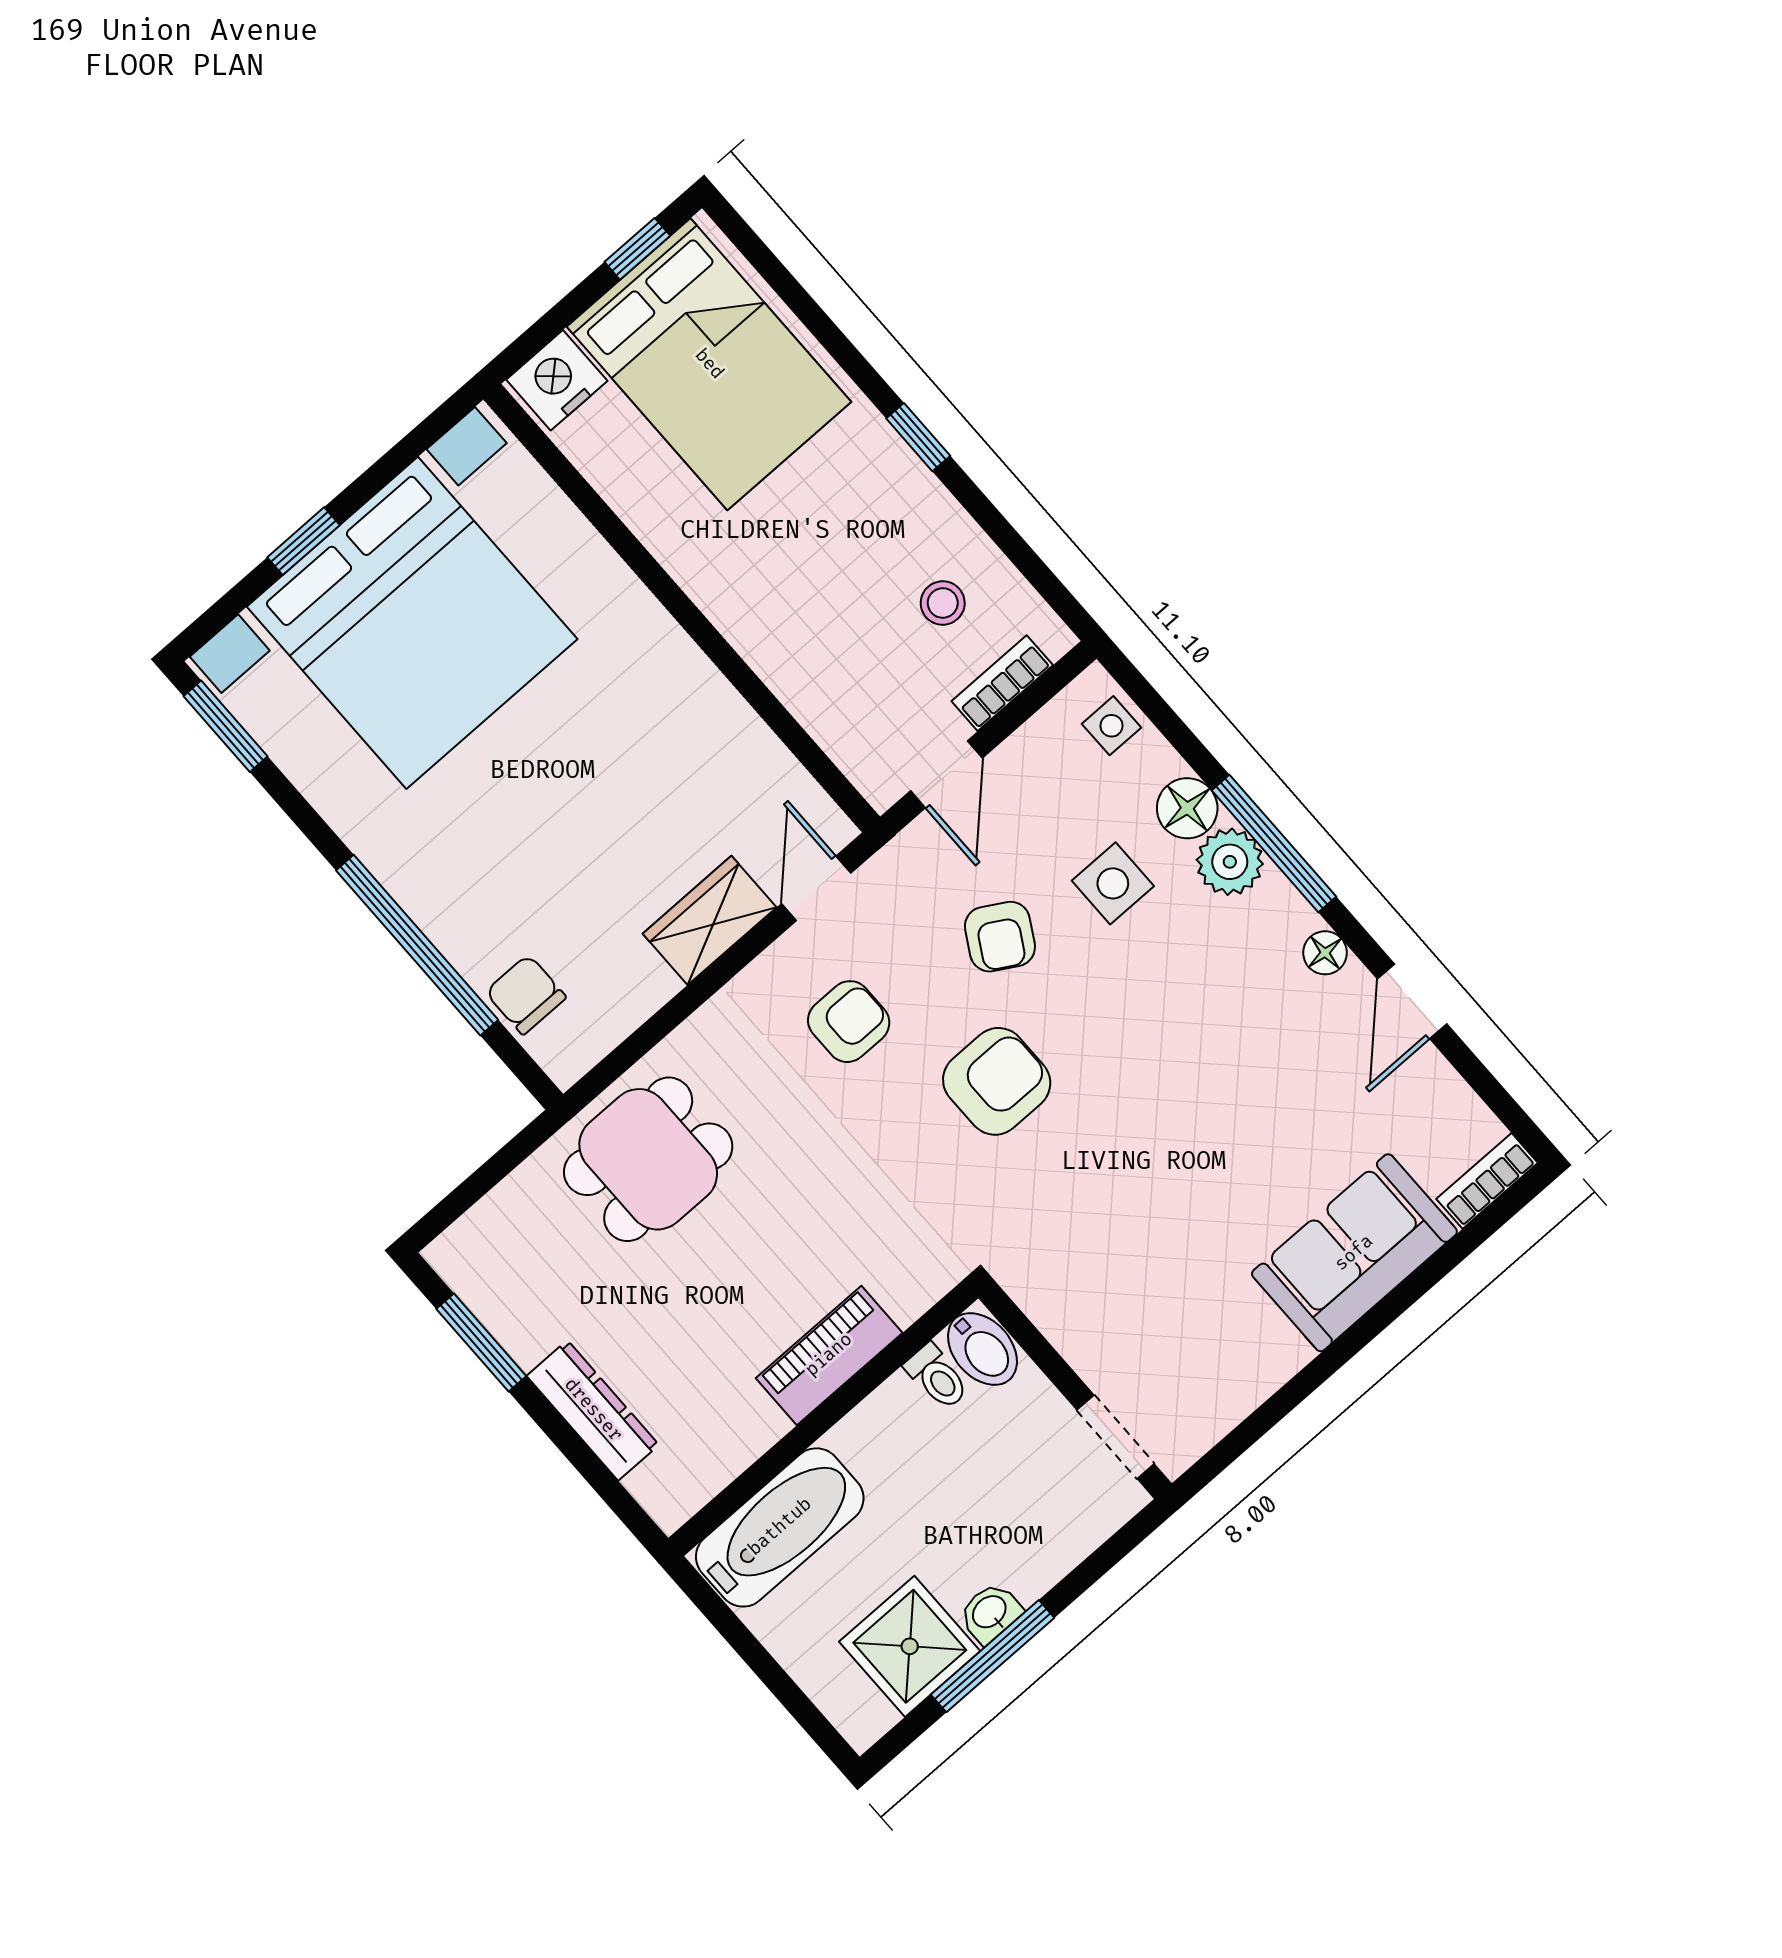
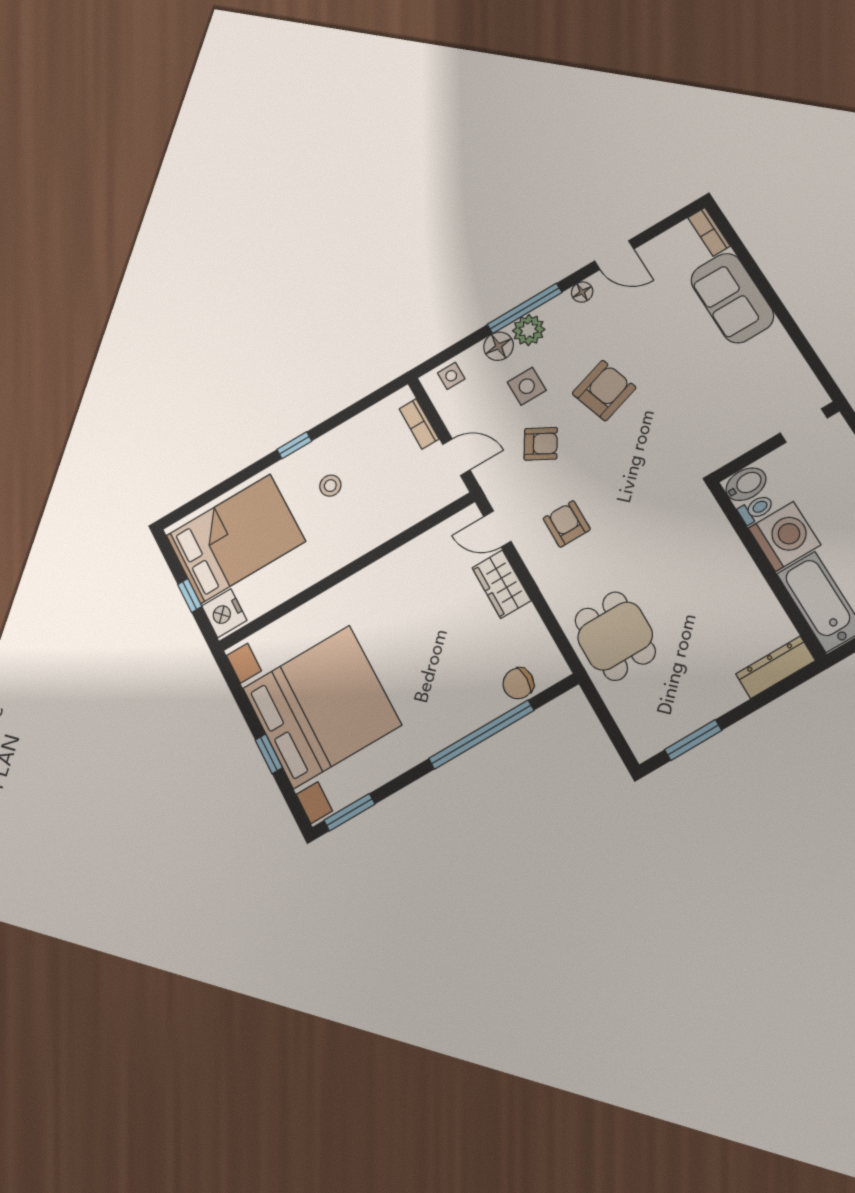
window: (637, 249) -> (190, 595), moved
stool: (943, 603) -> (330, 486), moved
armchair: (997, 1081) -> (604, 391), moved, turned 72
piano: (829, 1355) -> (735, 561), removed
dresser: (593, 1410) -> (776, 667), moved
washing machine: (893, 1439) -> (784, 536), added

